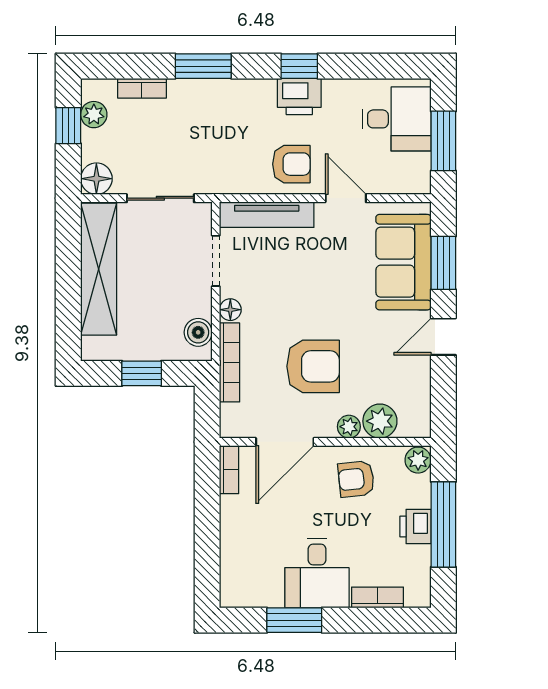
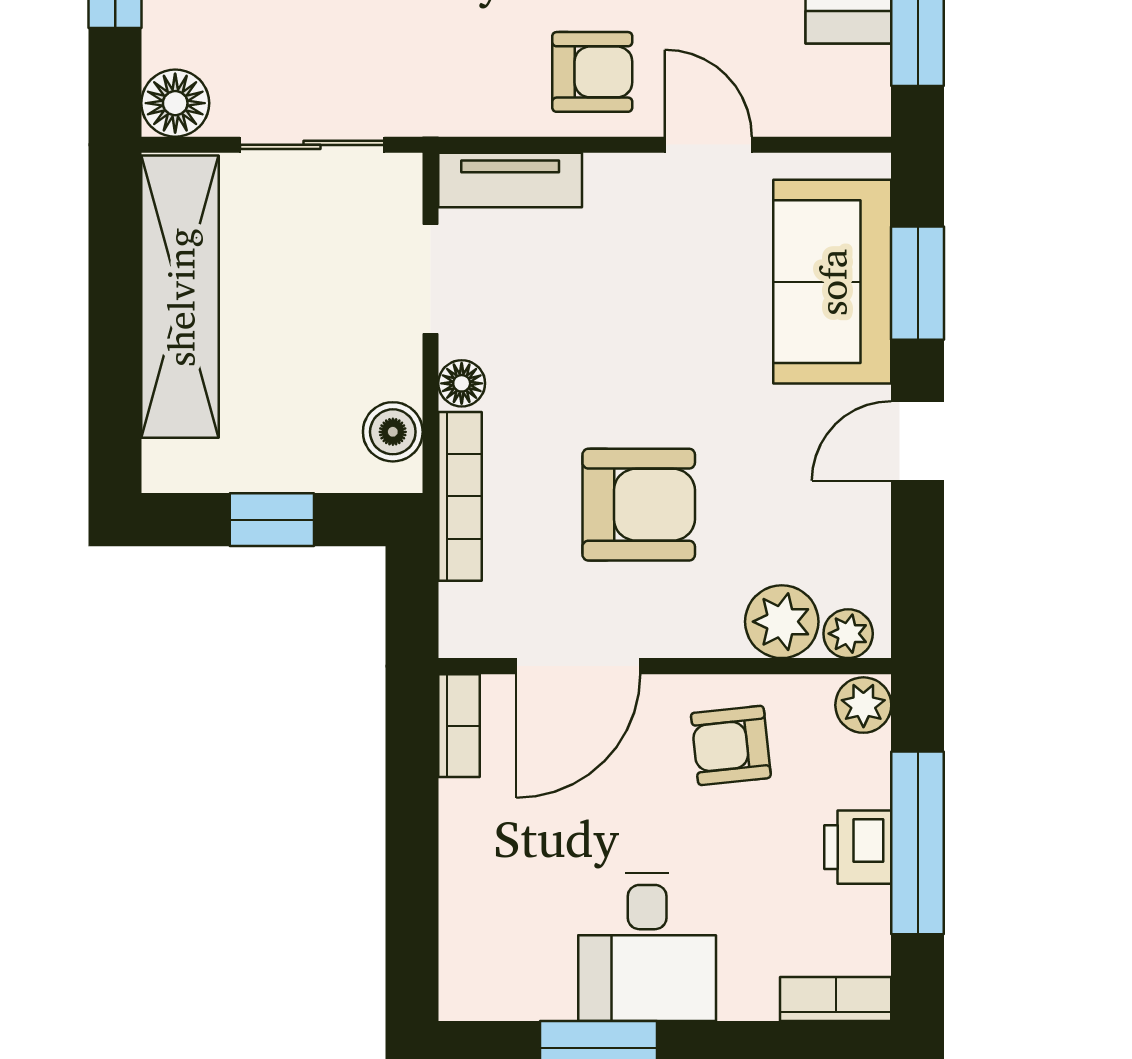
tv unit: (267, 215) -> (510, 180), width x0.71
plant: (349, 427) -> (848, 634), moved
bookcase: (378, 597) -> (836, 999), moved

